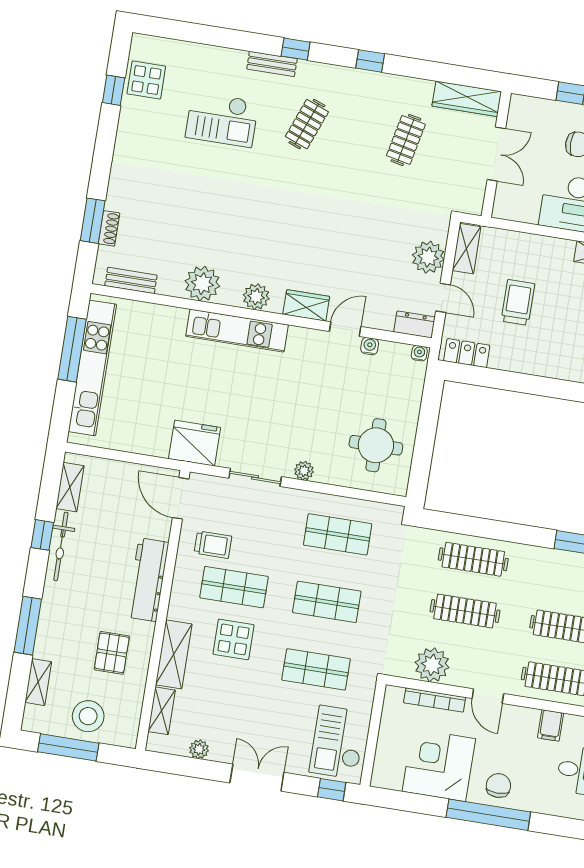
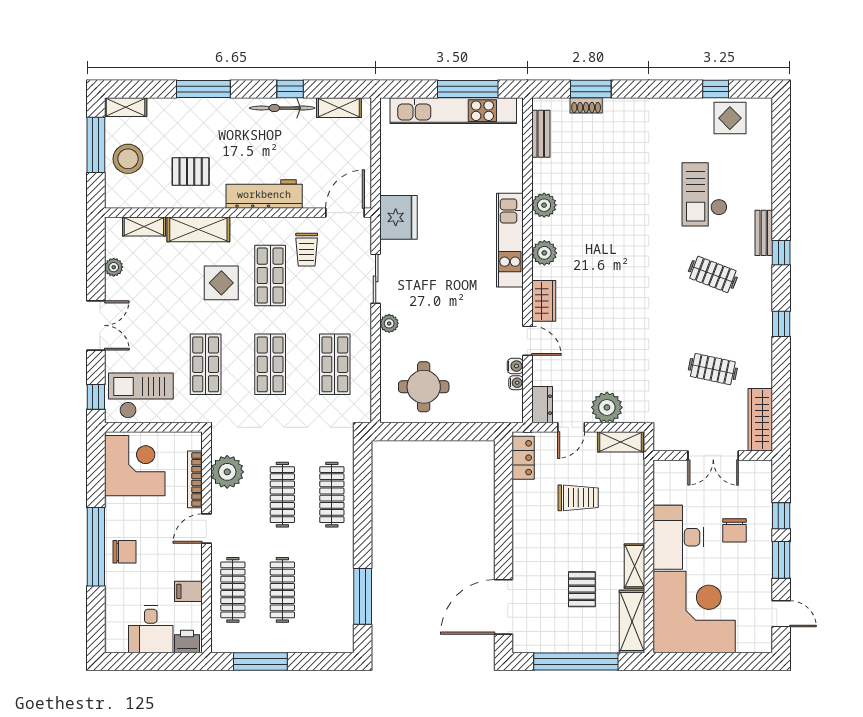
plant: (202, 284) -> (544, 205), width x0.73, depth x0.73
water cooler: (419, 353) -> (516, 383), moved
shelving: (38, 682) -> (126, 107), moved
corner desk: (439, 765) -> (135, 466), moved

